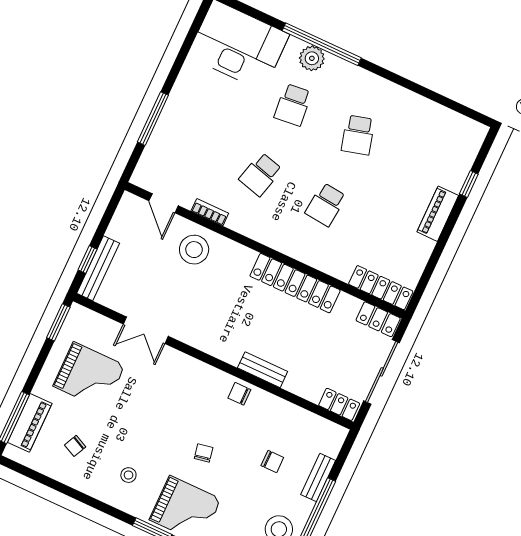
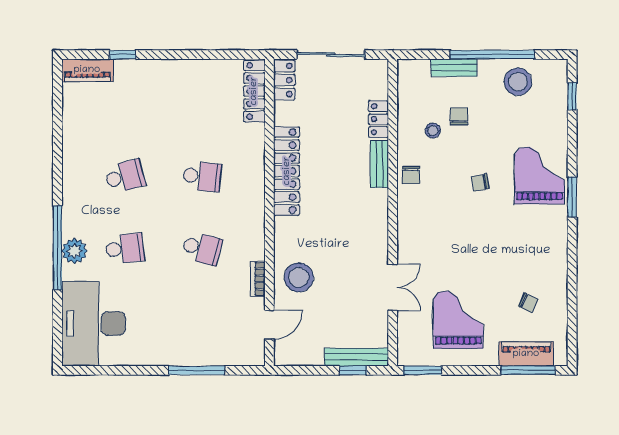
piano: (438, 214) -> (87, 70), moved
locker: (339, 404) -> (378, 119), moved
stool: (128, 475) -> (433, 131), moved

